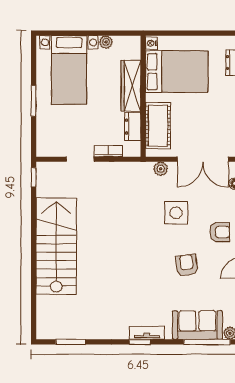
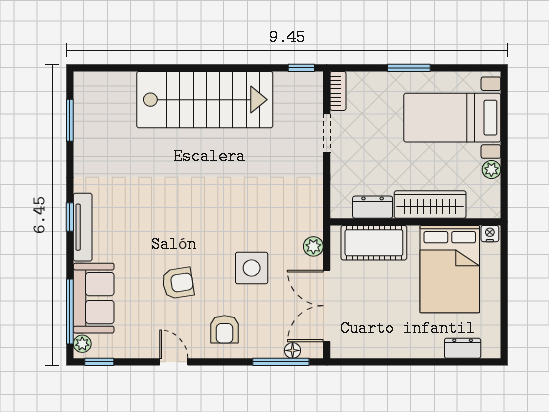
bookcase: (108, 151) -> (338, 91), moved
tv unit: (147, 333) -> (83, 227), width x1.41

